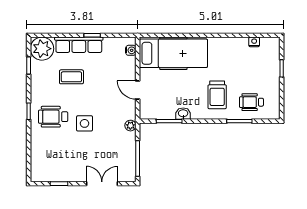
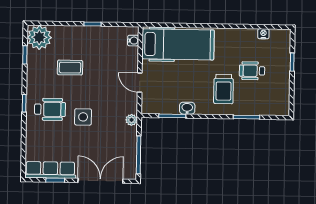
row of seats: (79, 45) -> (50, 170), moved, turned 180
wheelchair: (251, 102) -> (252, 71), moved
wheelchair: (53, 117) -> (50, 109), turned 180
double door: (102, 184) -> (100, 181), width x1.37

